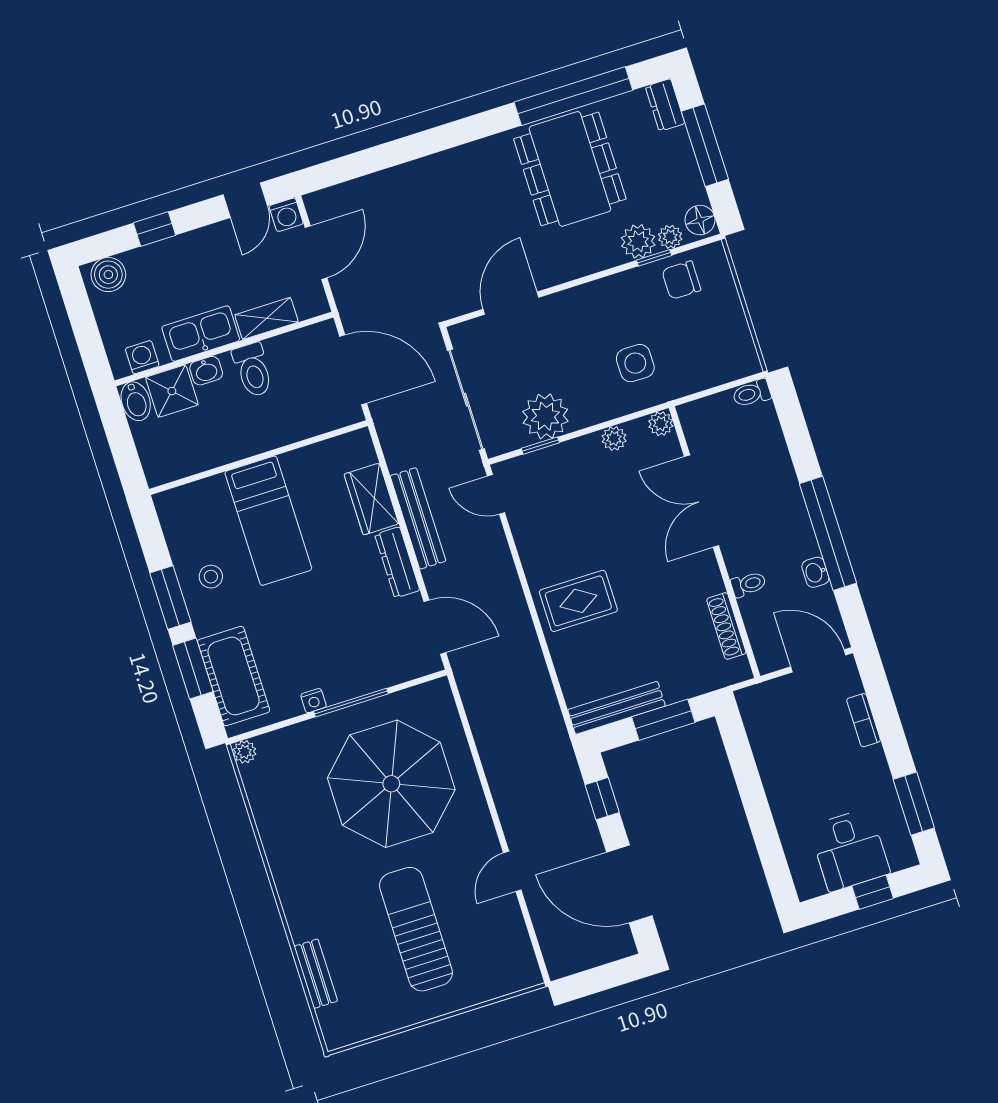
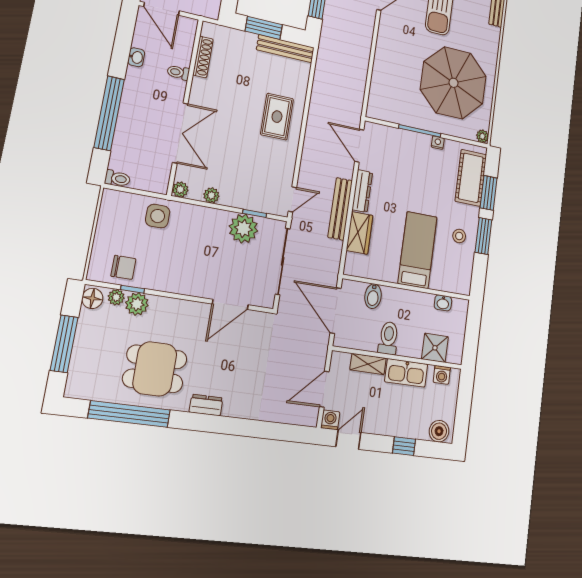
dresser: (665, 105) -> (206, 405), moved, turned -90
dining table: (570, 169) -> (155, 369), width x0.73
side table: (635, 363) -> (158, 216), moved
washbasin: (206, 371) -> (443, 303), moved, turned 180
bidet: (136, 401) -> (373, 296), moved, turned 180
door: (496, 494) -> (292, 199), hinge flipped
window: (828, 533) -> (109, 113), moved
rug: (578, 601) -> (277, 117), turned 90
parasol: (391, 784) -> (453, 83), moved

